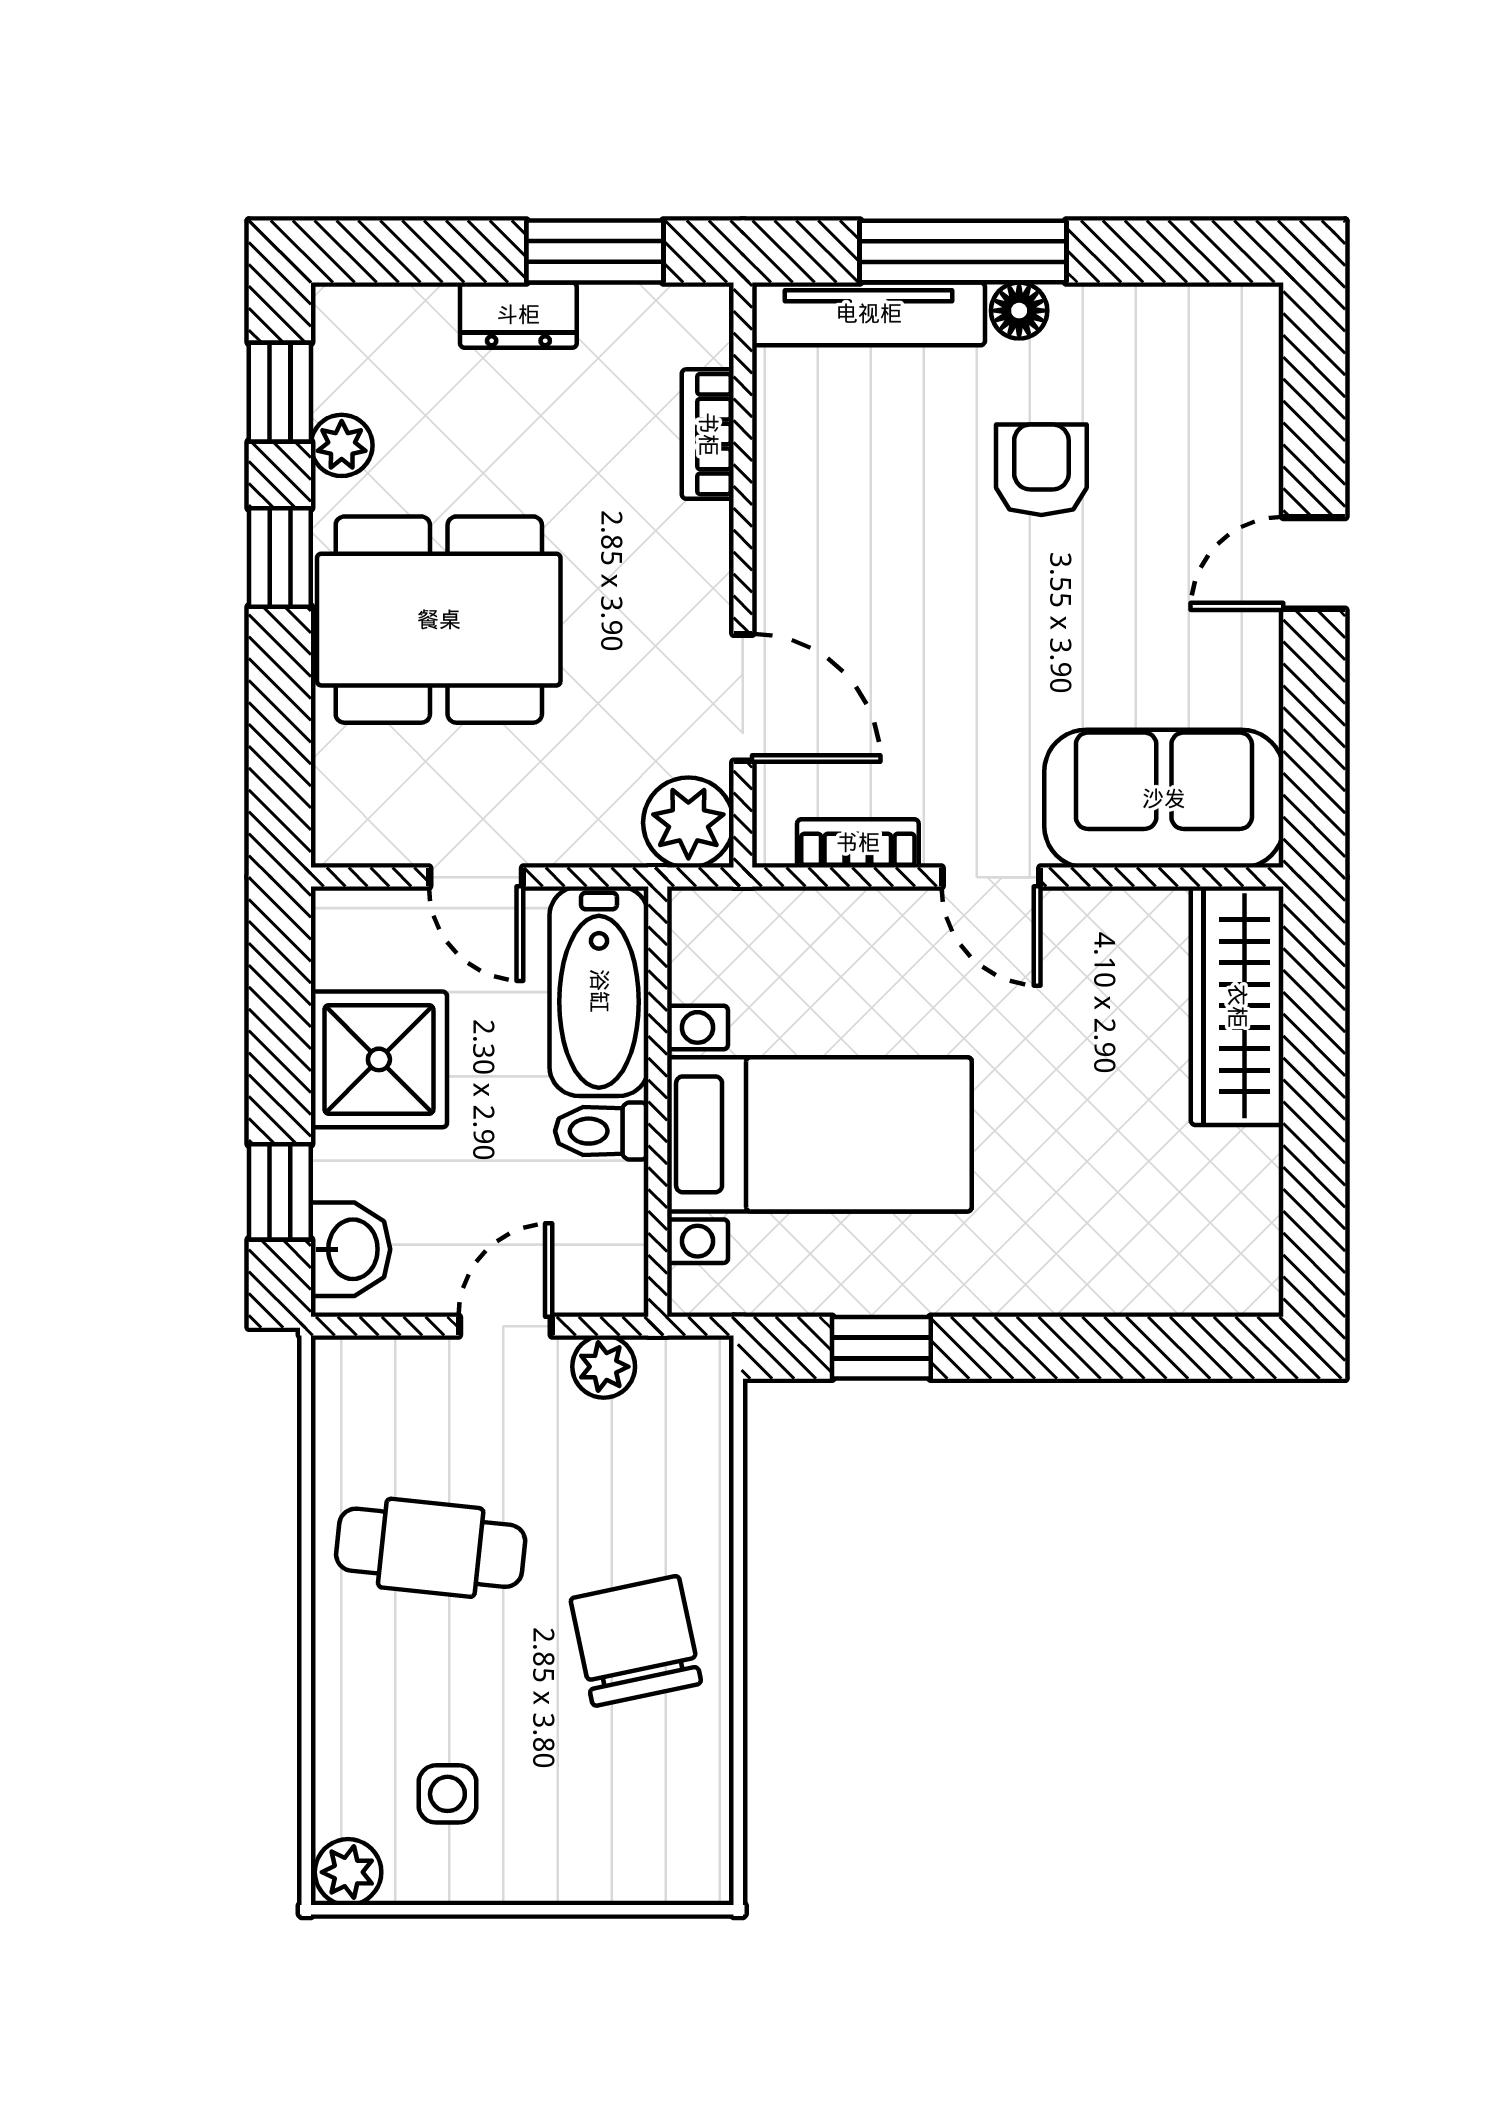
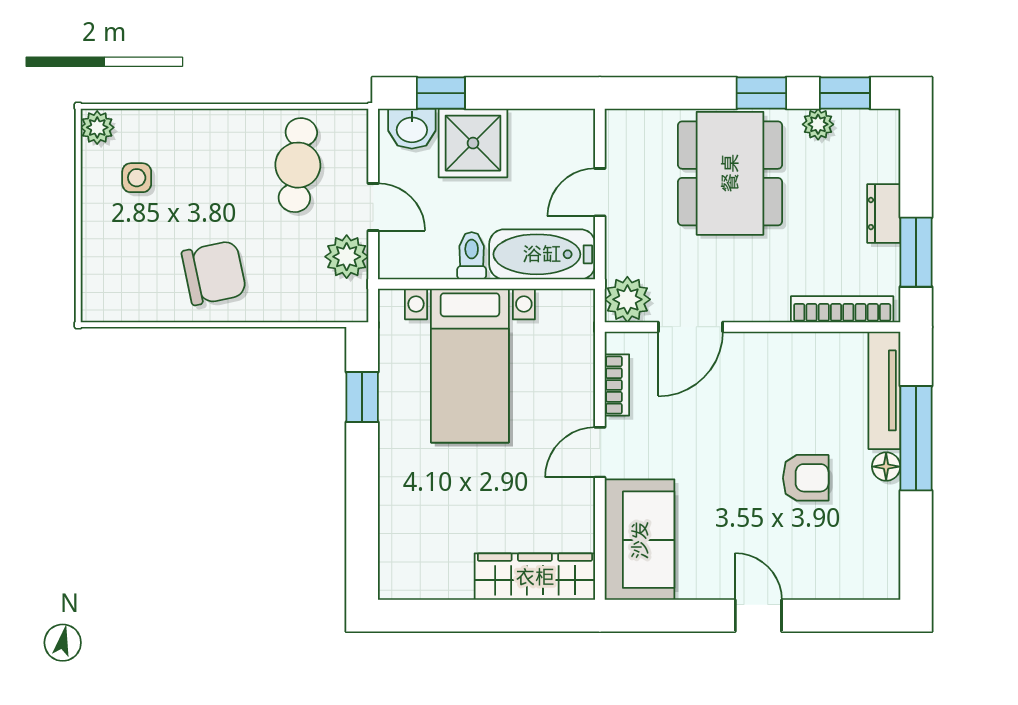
bookcase: (708, 434) -> (842, 309), width x1.56
shower: (379, 1059) -> (473, 143), moved
plant: (604, 1367) -> (347, 257), width x1.38, depth x1.38
cafe table: (431, 1548) -> (298, 165), moved

